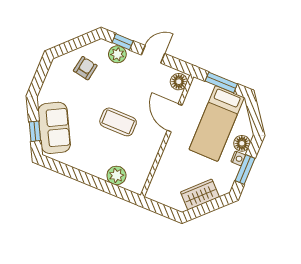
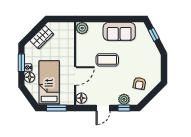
door: (175, 118) -> (75, 76), hinge flipped
sofa: (54, 128) -> (119, 31), moved, turned -62
plant: (116, 175) -> (82, 28), moved

